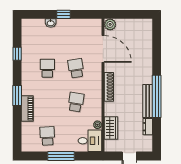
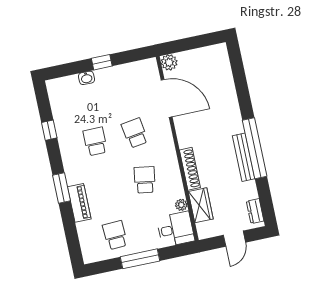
shoe rack: (109, 87) -> (190, 169), moved
dresser: (148, 127) -> (255, 211), moved

